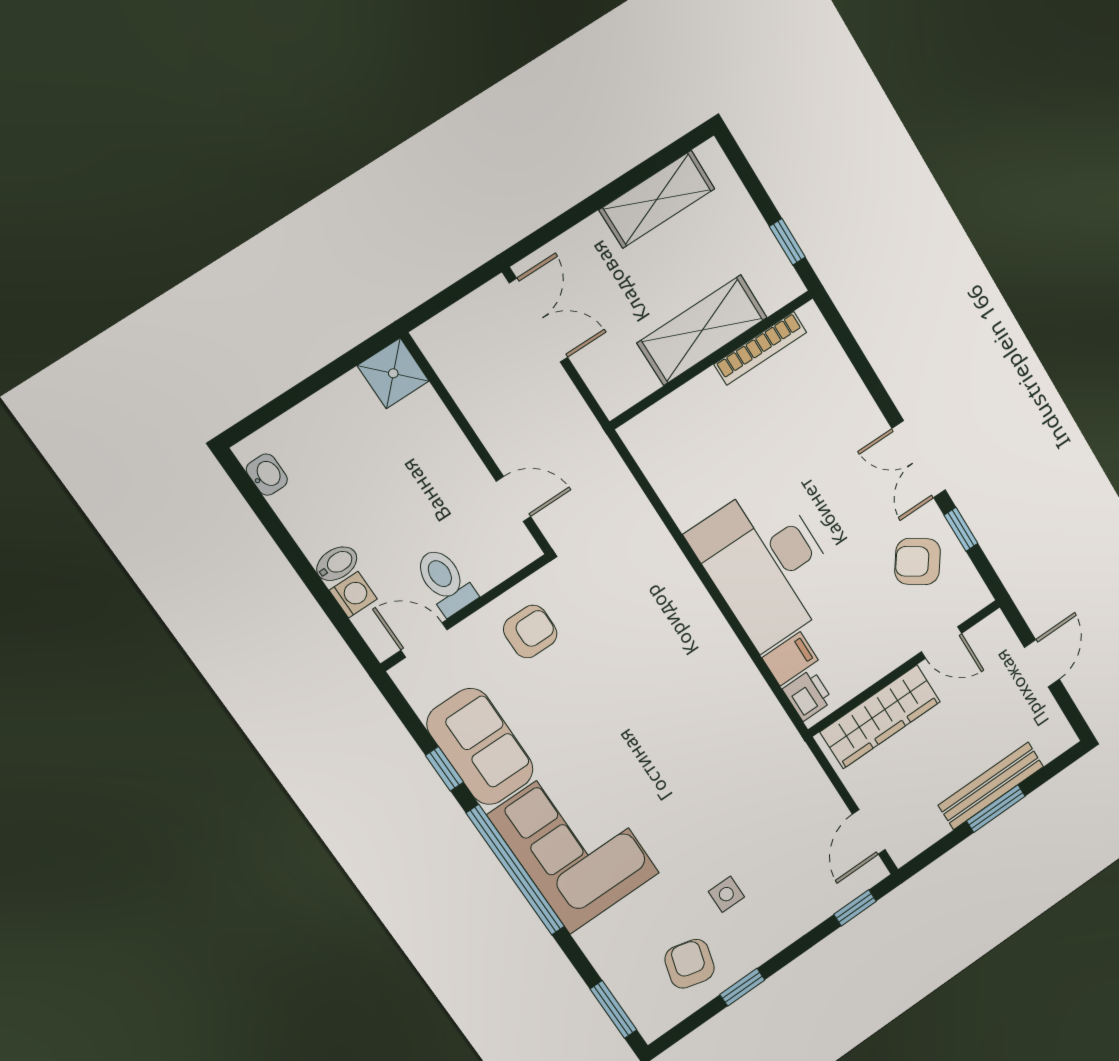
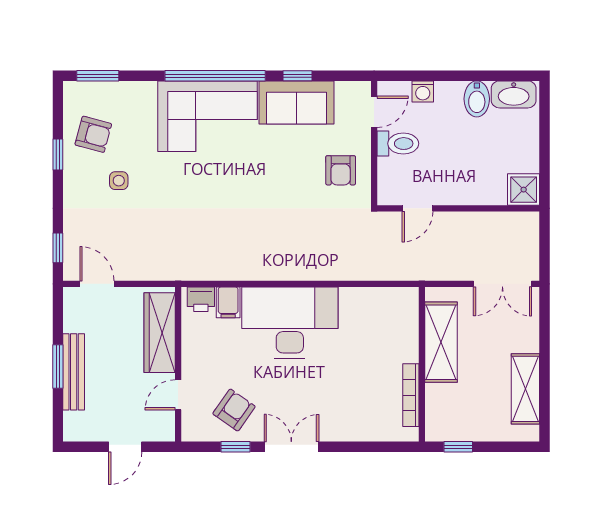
shelving: (702, 330) -> (441, 342), moved
washbasin: (267, 475) -> (514, 94), width x1.91, depth x1.45
bidet: (337, 564) -> (477, 99), moved, width x1.38, depth x1.36
door: (1042, 663) -> (125, 447), hinge flipped

